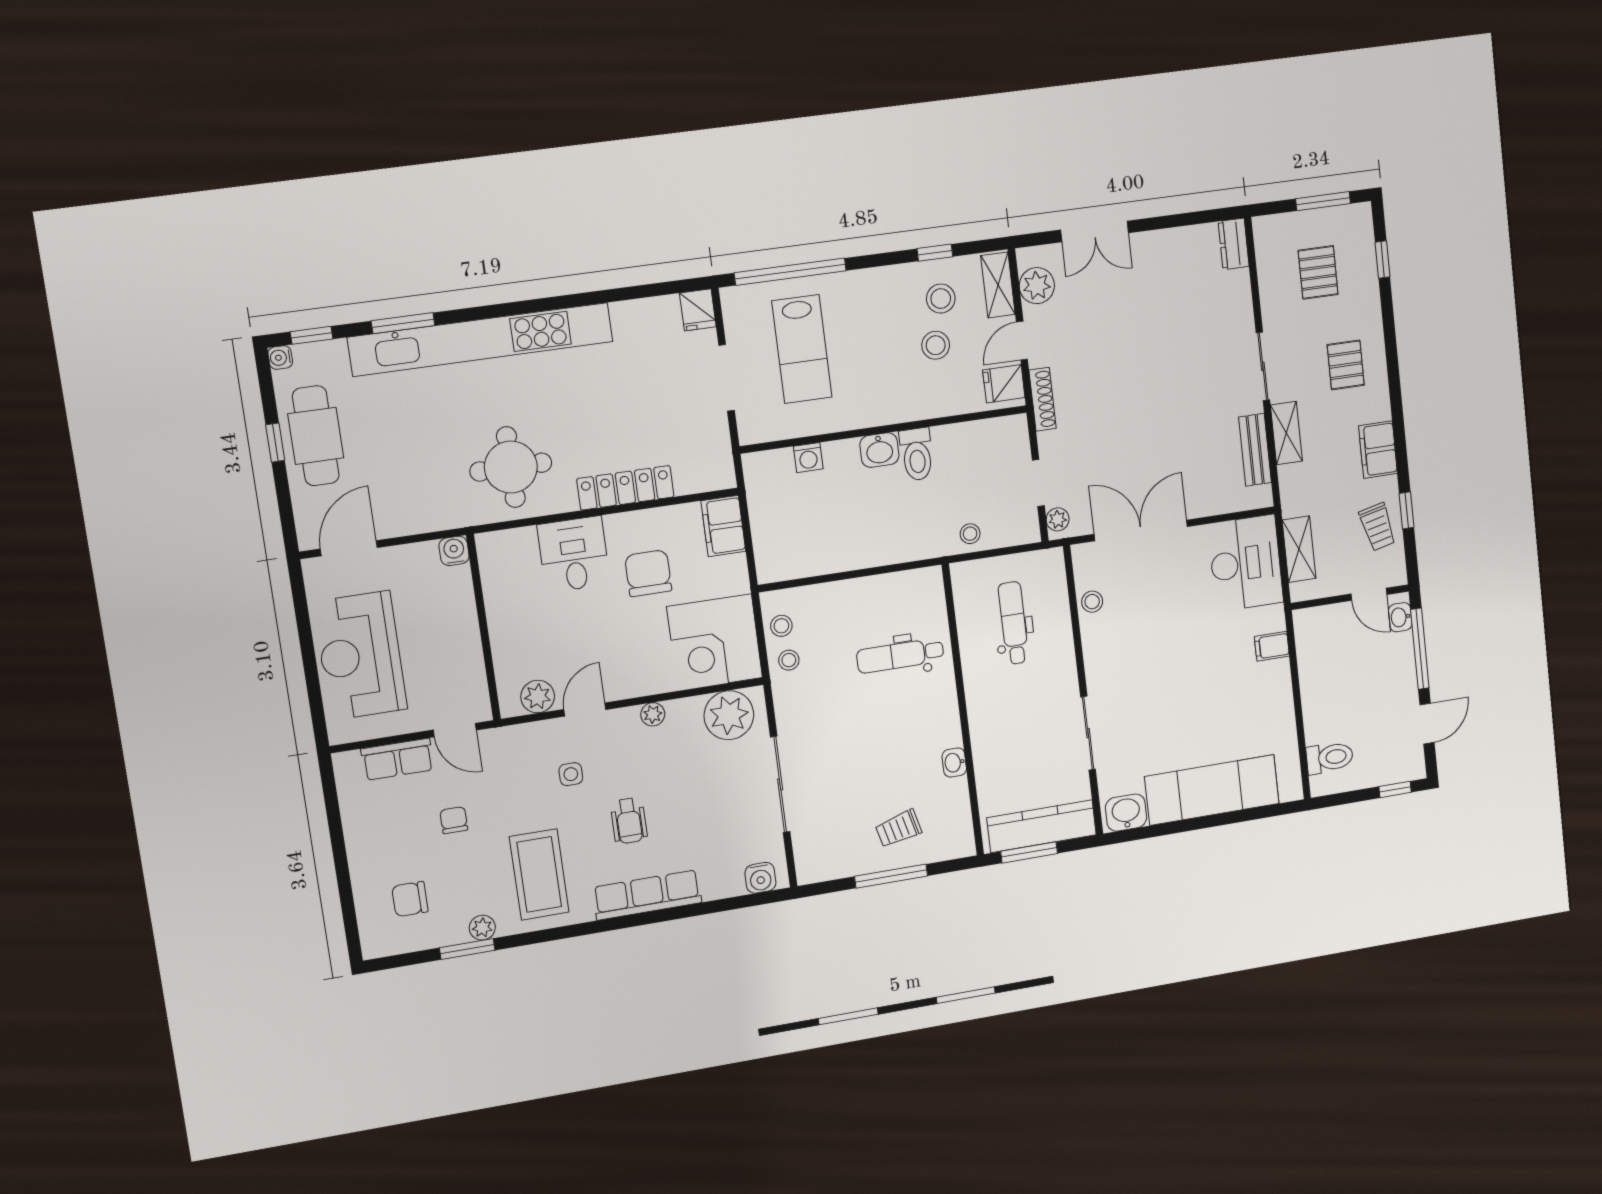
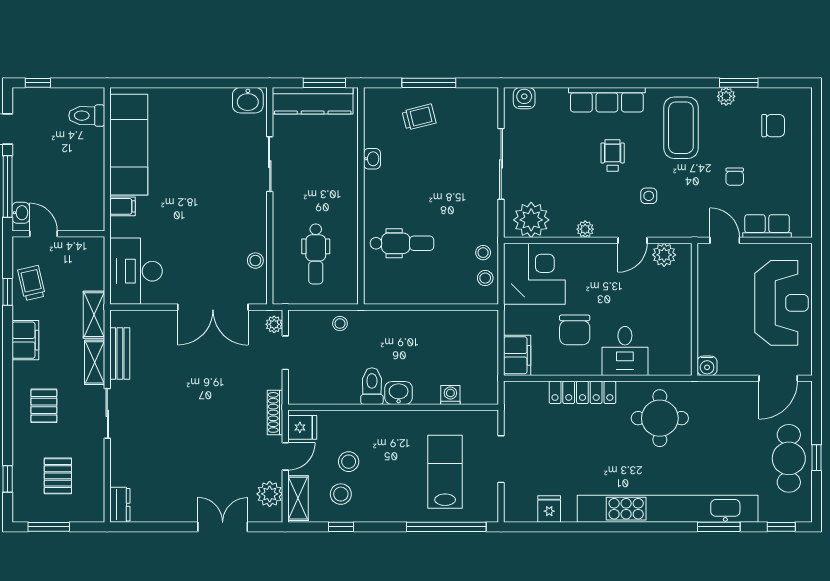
fridge: (698, 310) -> (549, 509), moved
water cooler: (280, 357) -> (804, 515), removed
shelving: (1299, 549) -> (94, 315), moved
exam couch: (1212, 790) -> (129, 145), moved, turned -90

